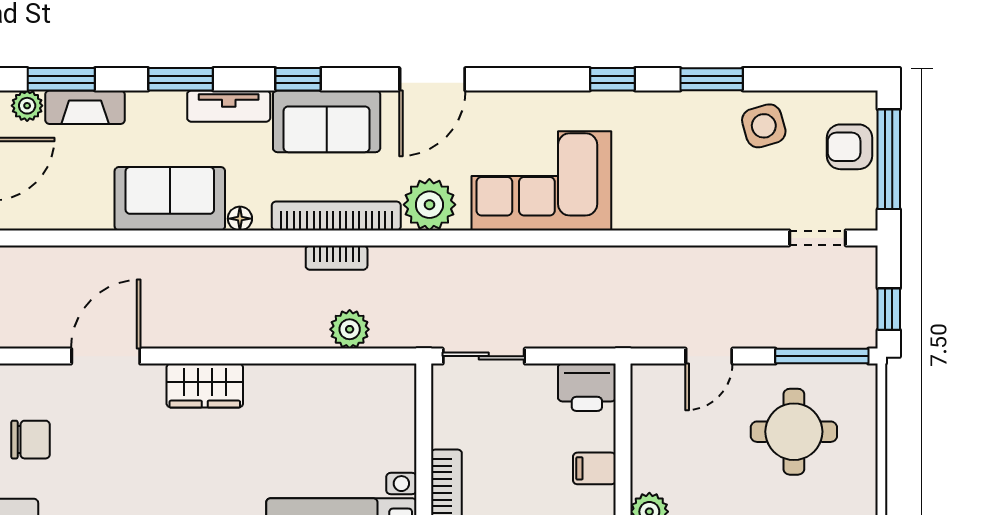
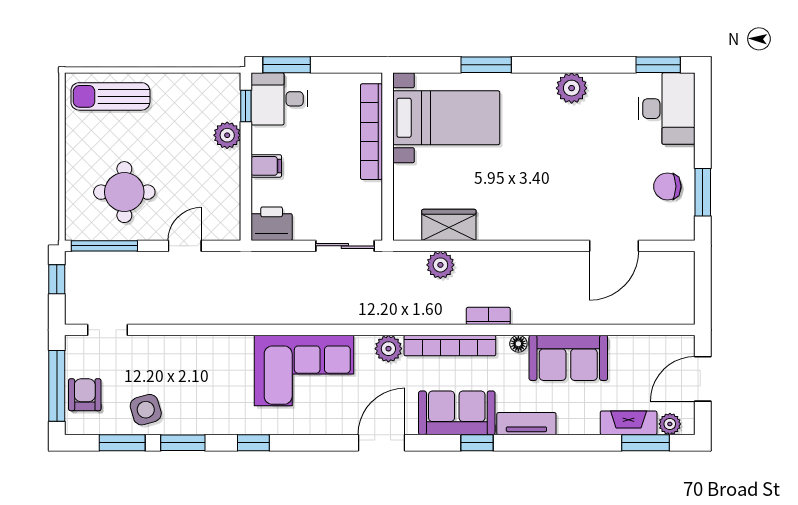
window: (181, 79) -> (122, 443), moved
armchair: (849, 147) -> (85, 395), turned -90
plant: (429, 205) -> (388, 349), width x0.73, depth x0.73
bookcase: (337, 258) -> (488, 316), moved
wardrobe: (205, 385) -> (449, 225), moved

